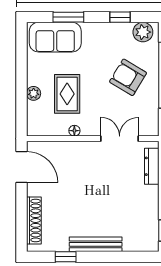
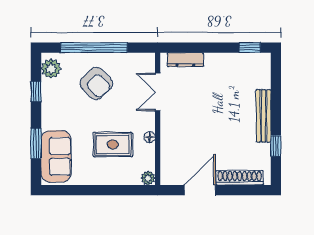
armchair: (128, 77) -> (96, 83), turned -75
plant: (34, 93) -> (148, 178), moved
door: (21, 167) -> (200, 190), moved

